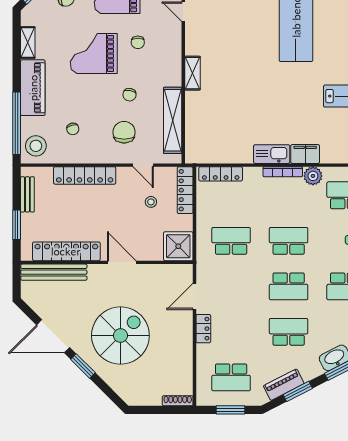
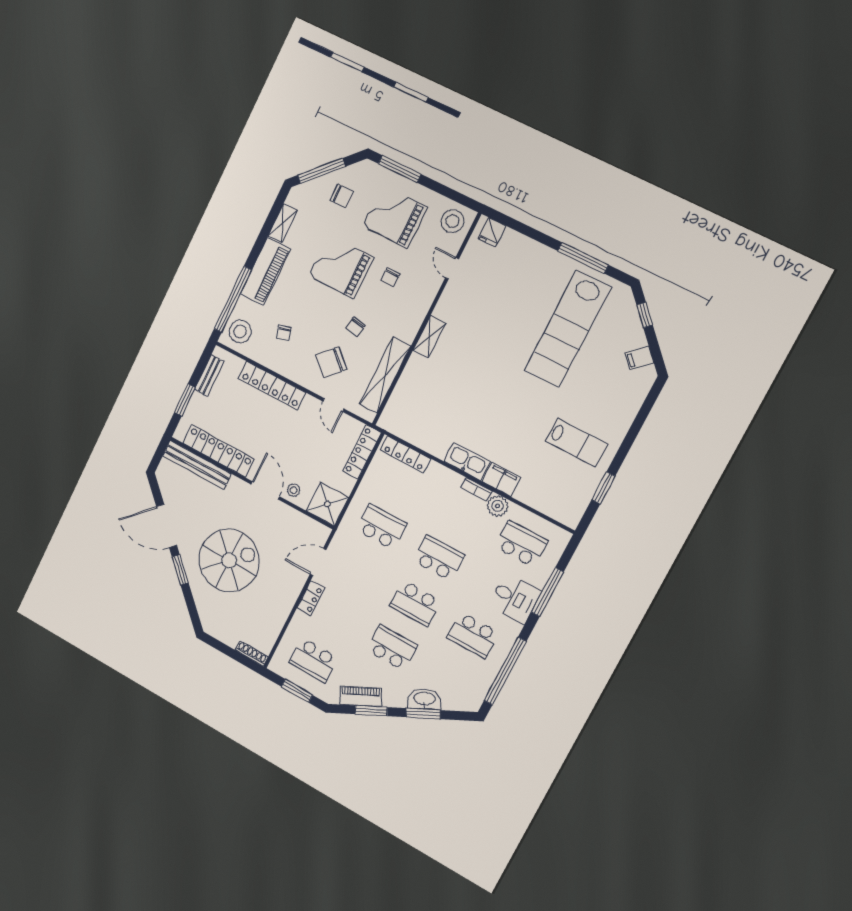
chair: (124, 132) -> (331, 362), turned -137
bookcase: (283, 172) -> (476, 489), width x0.64
stool: (151, 202) -> (294, 490), moved

